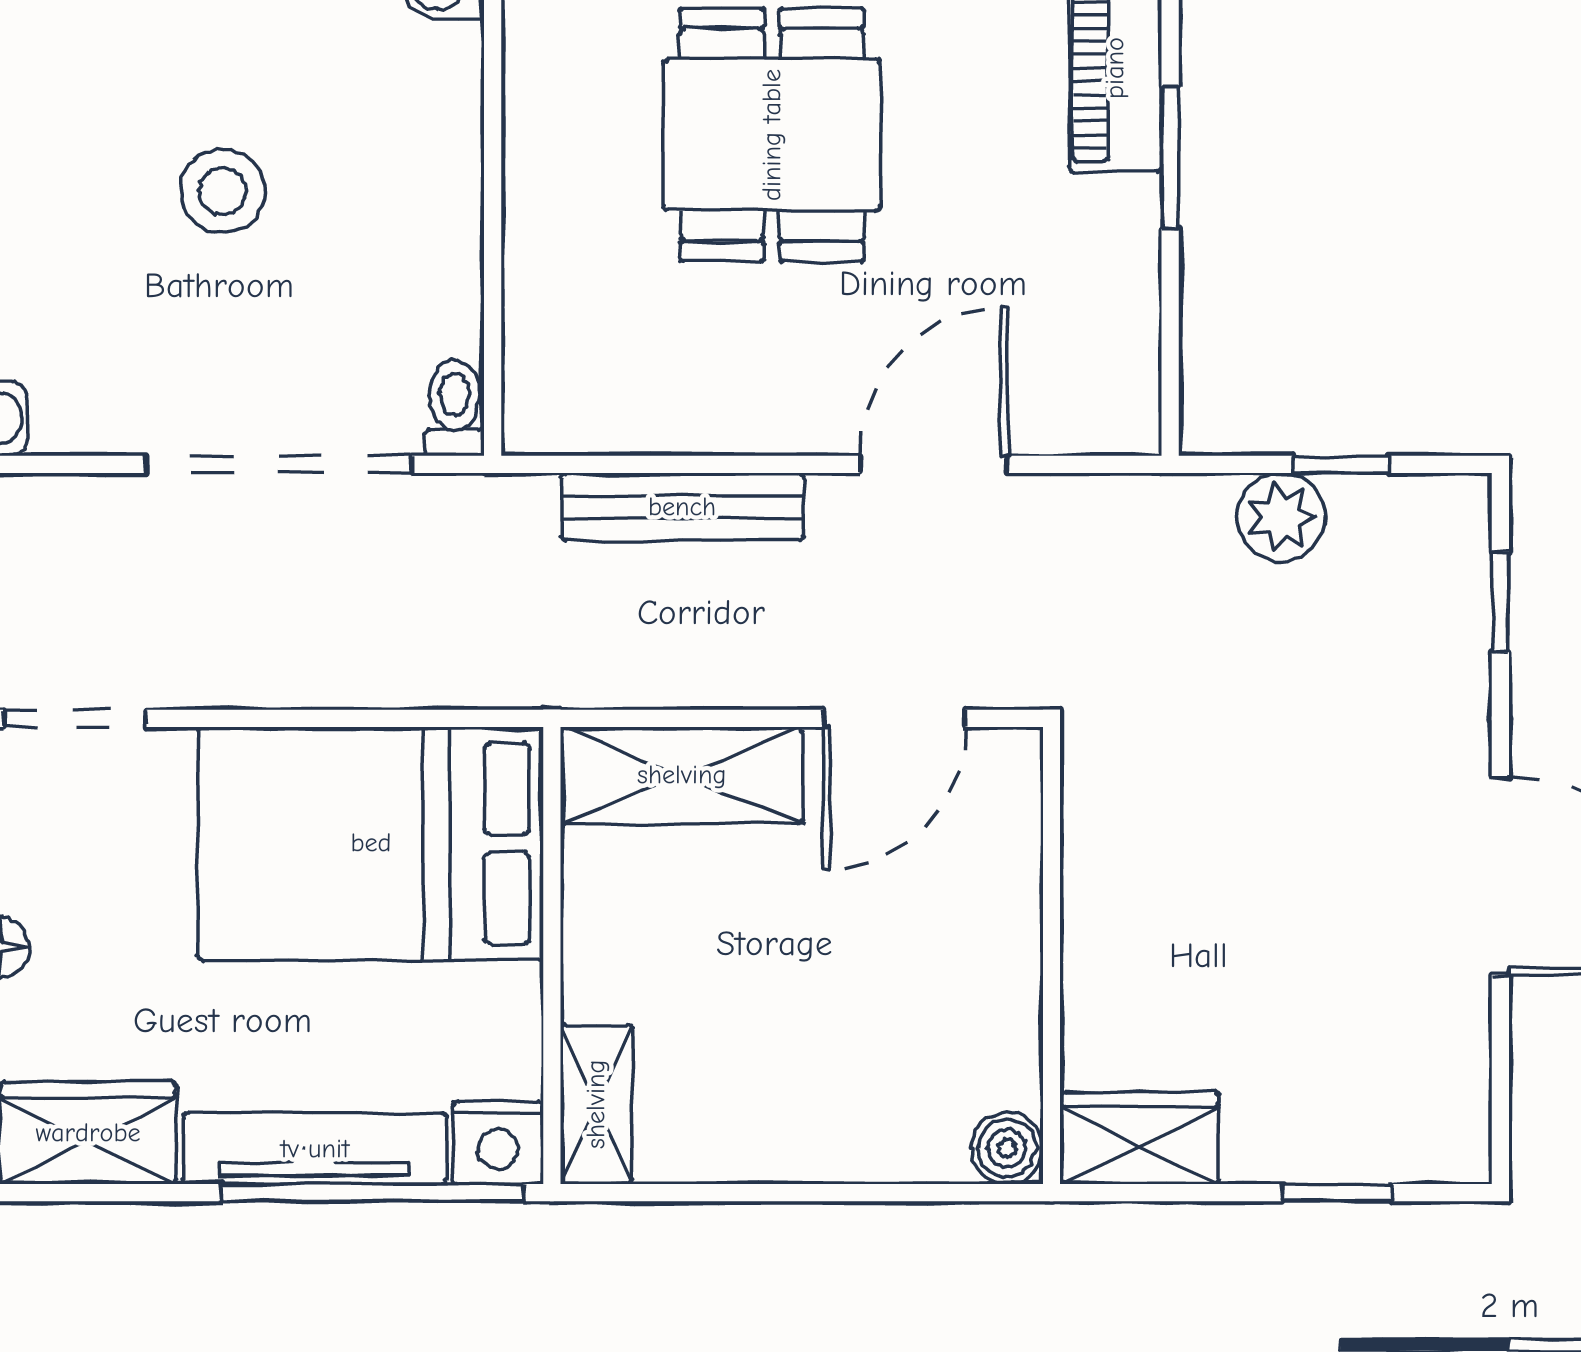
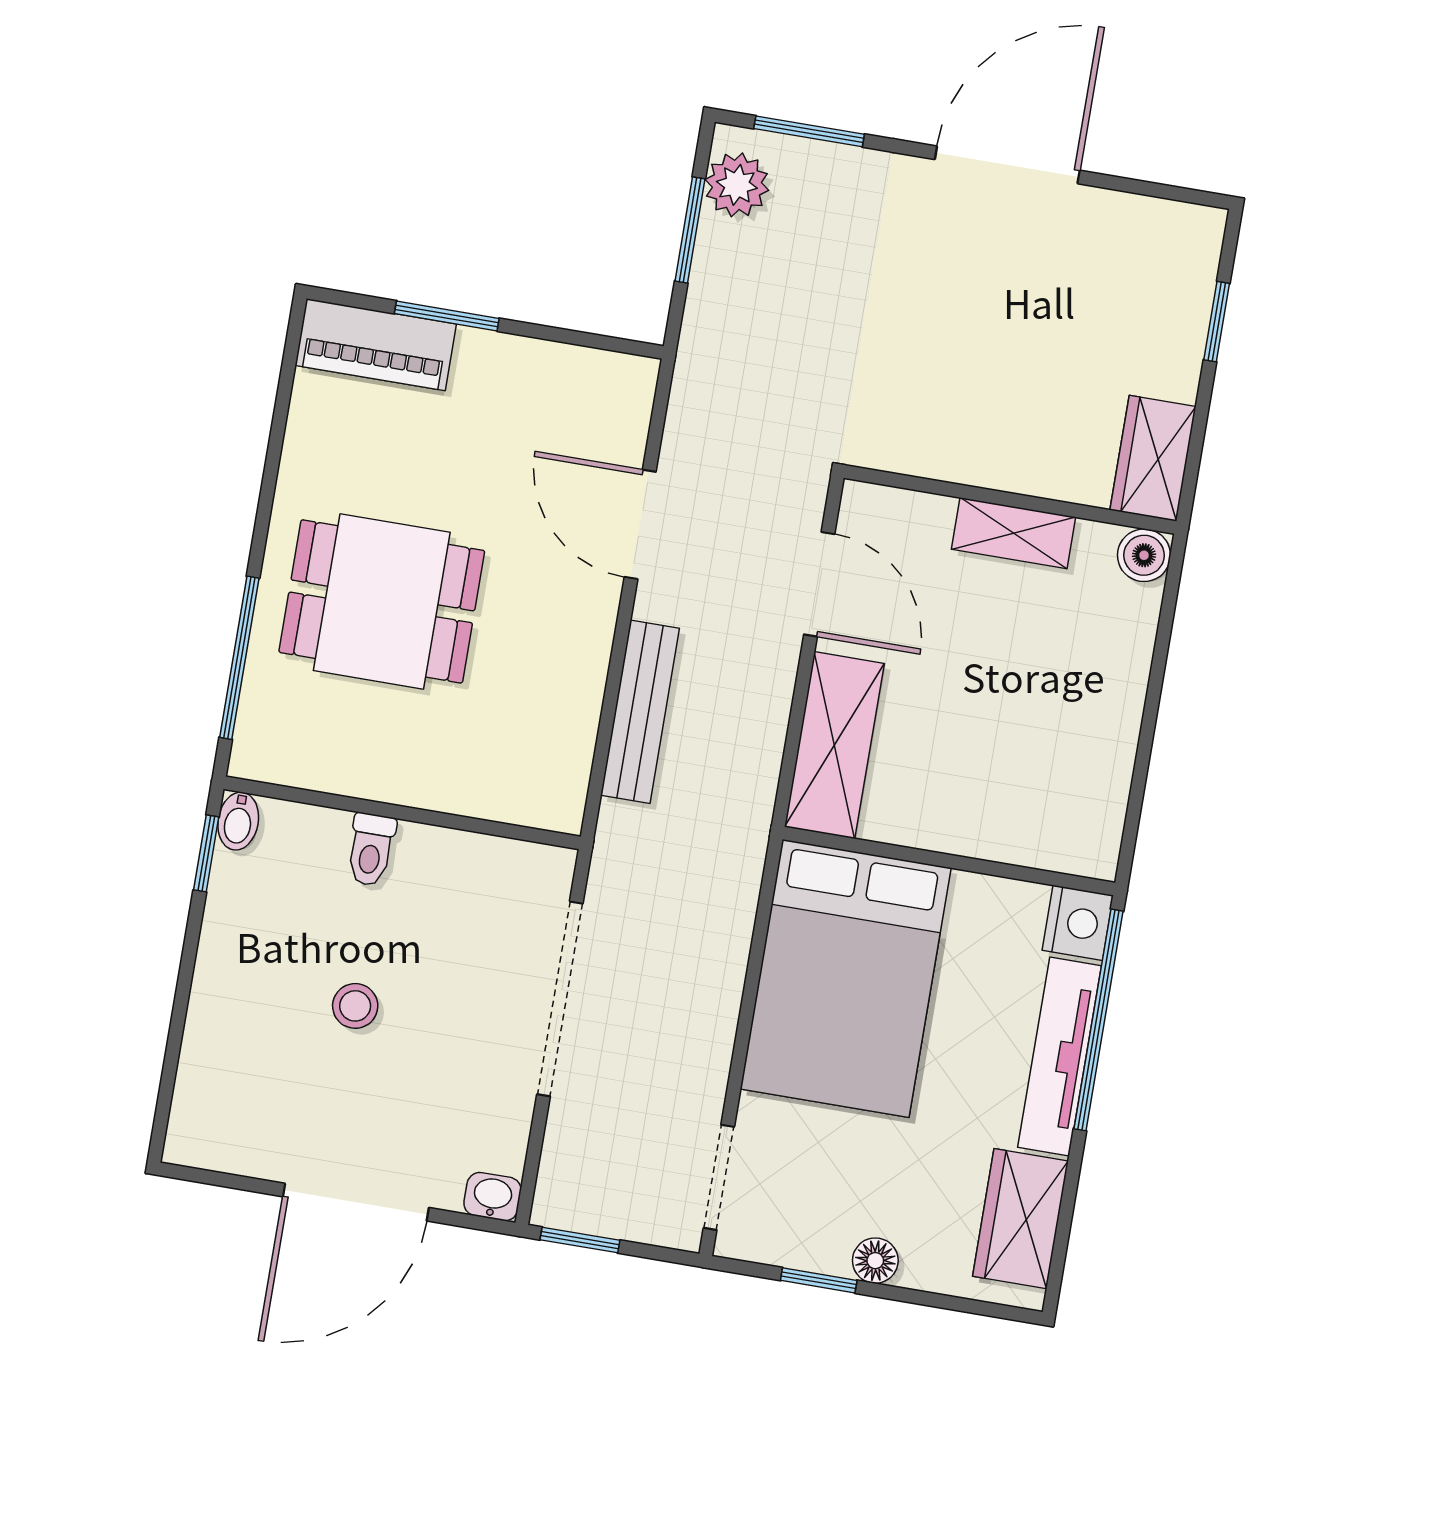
stool: (222, 191) -> (355, 1006), width x0.73, depth x0.73
toilet: (455, 408) -> (371, 850), moved, turned -90
window: (1341, 464) -> (690, 230), width x1.50
plant: (1281, 517) -> (737, 185), moved
window: (1500, 602) -> (809, 131), width x1.50
shelving: (596, 1104) -> (1013, 533), moved

